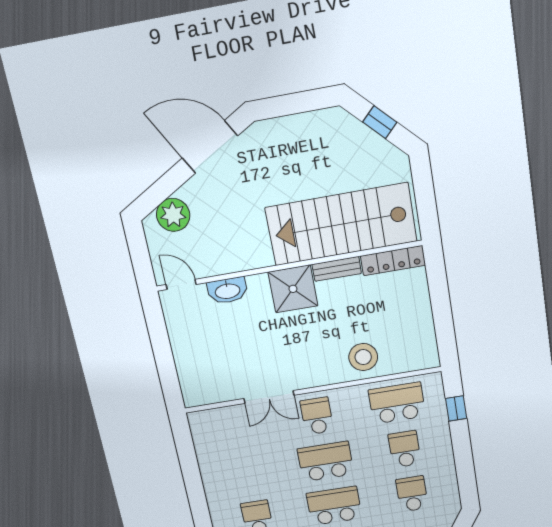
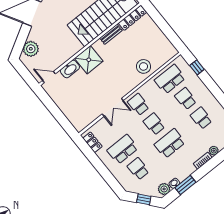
shower: (293, 289) -> (89, 60), moved
locker: (201, 436) -> (92, 142), added
school desk: (326, 462) -> (154, 124), width x0.54
school desk: (248, 474) -> (123, 149), added

